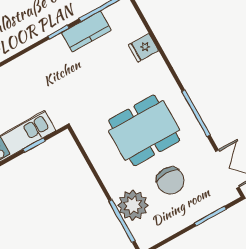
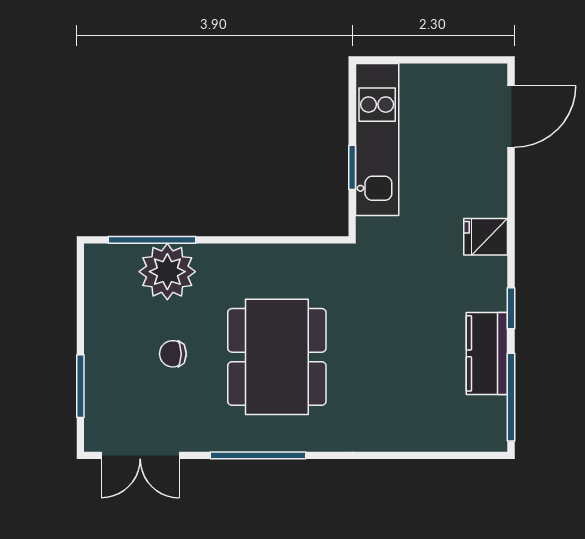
fridge: (143, 48) -> (486, 237), moved, turned -90
chair: (170, 181) -> (173, 354), width x0.54, depth x0.54

